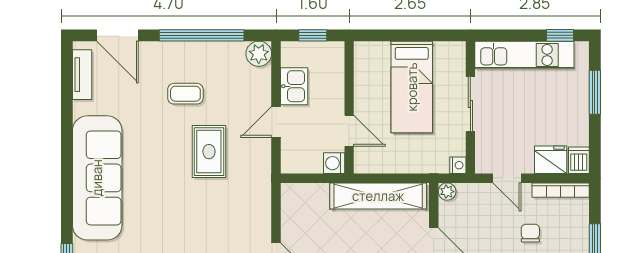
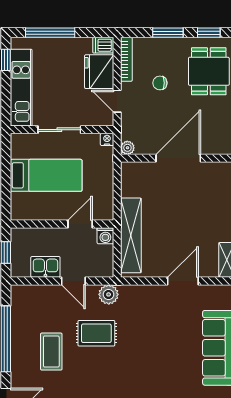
plant: (259, 54) -> (109, 294), moved
window: (595, 92) -> (50, 33), width x1.44
coffee table: (185, 94) -> (51, 352), width x1.36, depth x1.30
fridge: (551, 160) -> (99, 72), width x1.36, depth x1.34
door: (507, 178) -> (117, 101), swing flipped
shelving: (378, 196) -> (131, 235), moved

